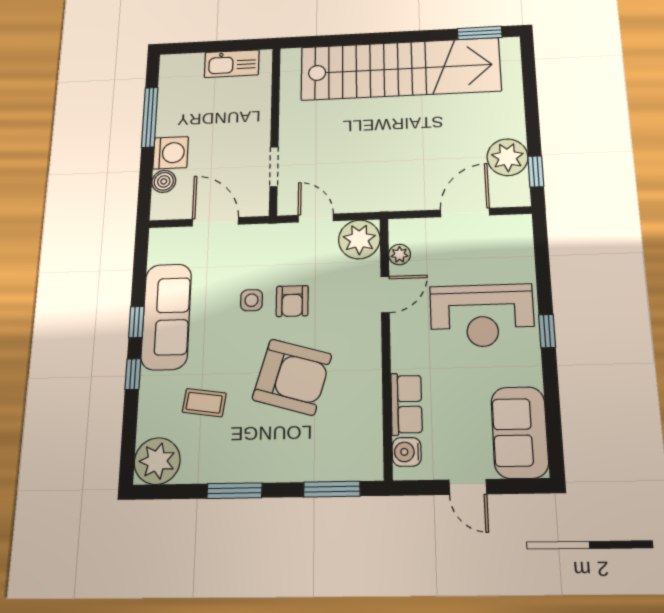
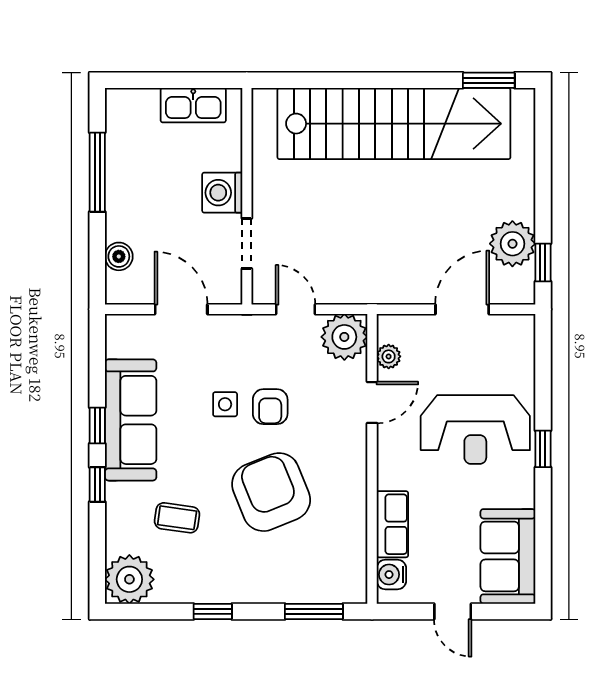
washing machine: (171, 153) -> (222, 193), moved, turned 180
armchair: (292, 377) -> (271, 492), turned -128
window: (234, 491) -> (213, 611), width x0.67

